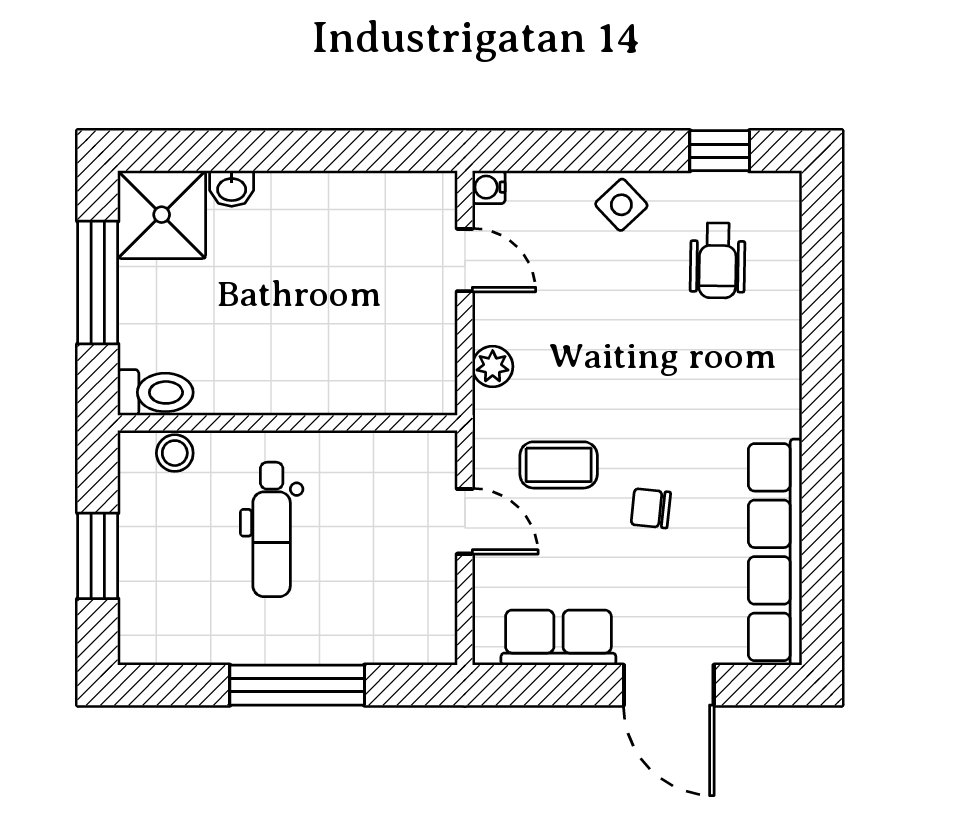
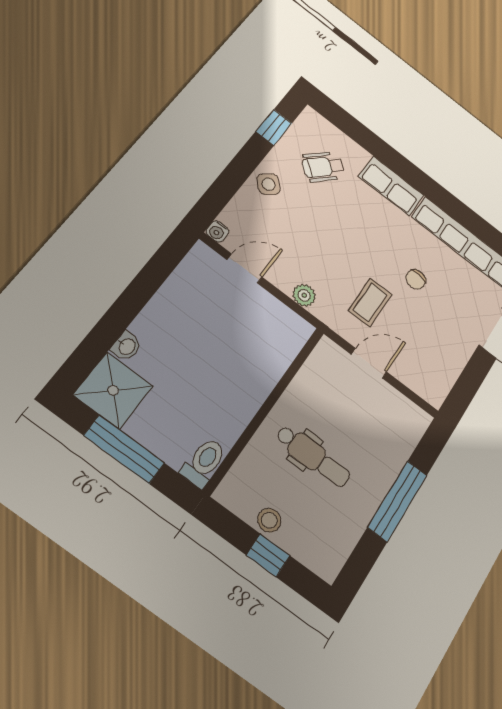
wheelchair: (718, 260) -> (323, 167), turned 130
stool: (175, 453) -> (269, 520), moved
window: (98, 556) -> (268, 555), width x0.67
row of seats: (558, 638) -> (391, 186), moved, turned -90

